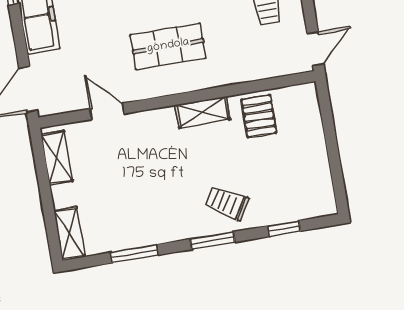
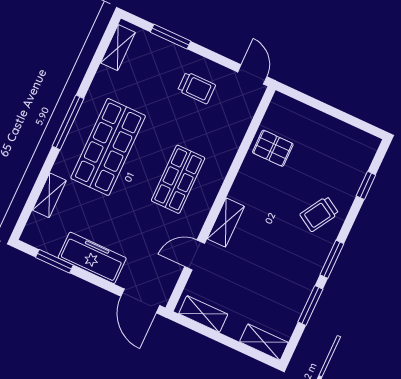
shelving: (203, 112) -> (226, 222), moved
window: (213, 241) -> (332, 259), moved

